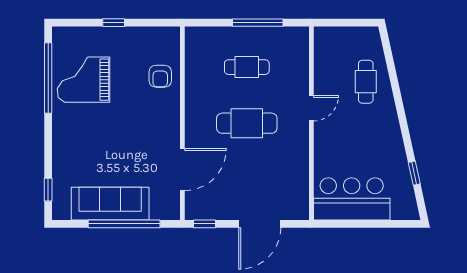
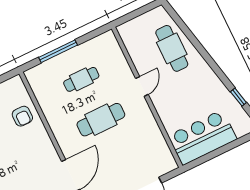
window: (258, 23) -> (58, 51), moved
cafe table: (366, 82) -> (172, 48), width x1.37, depth x1.35

